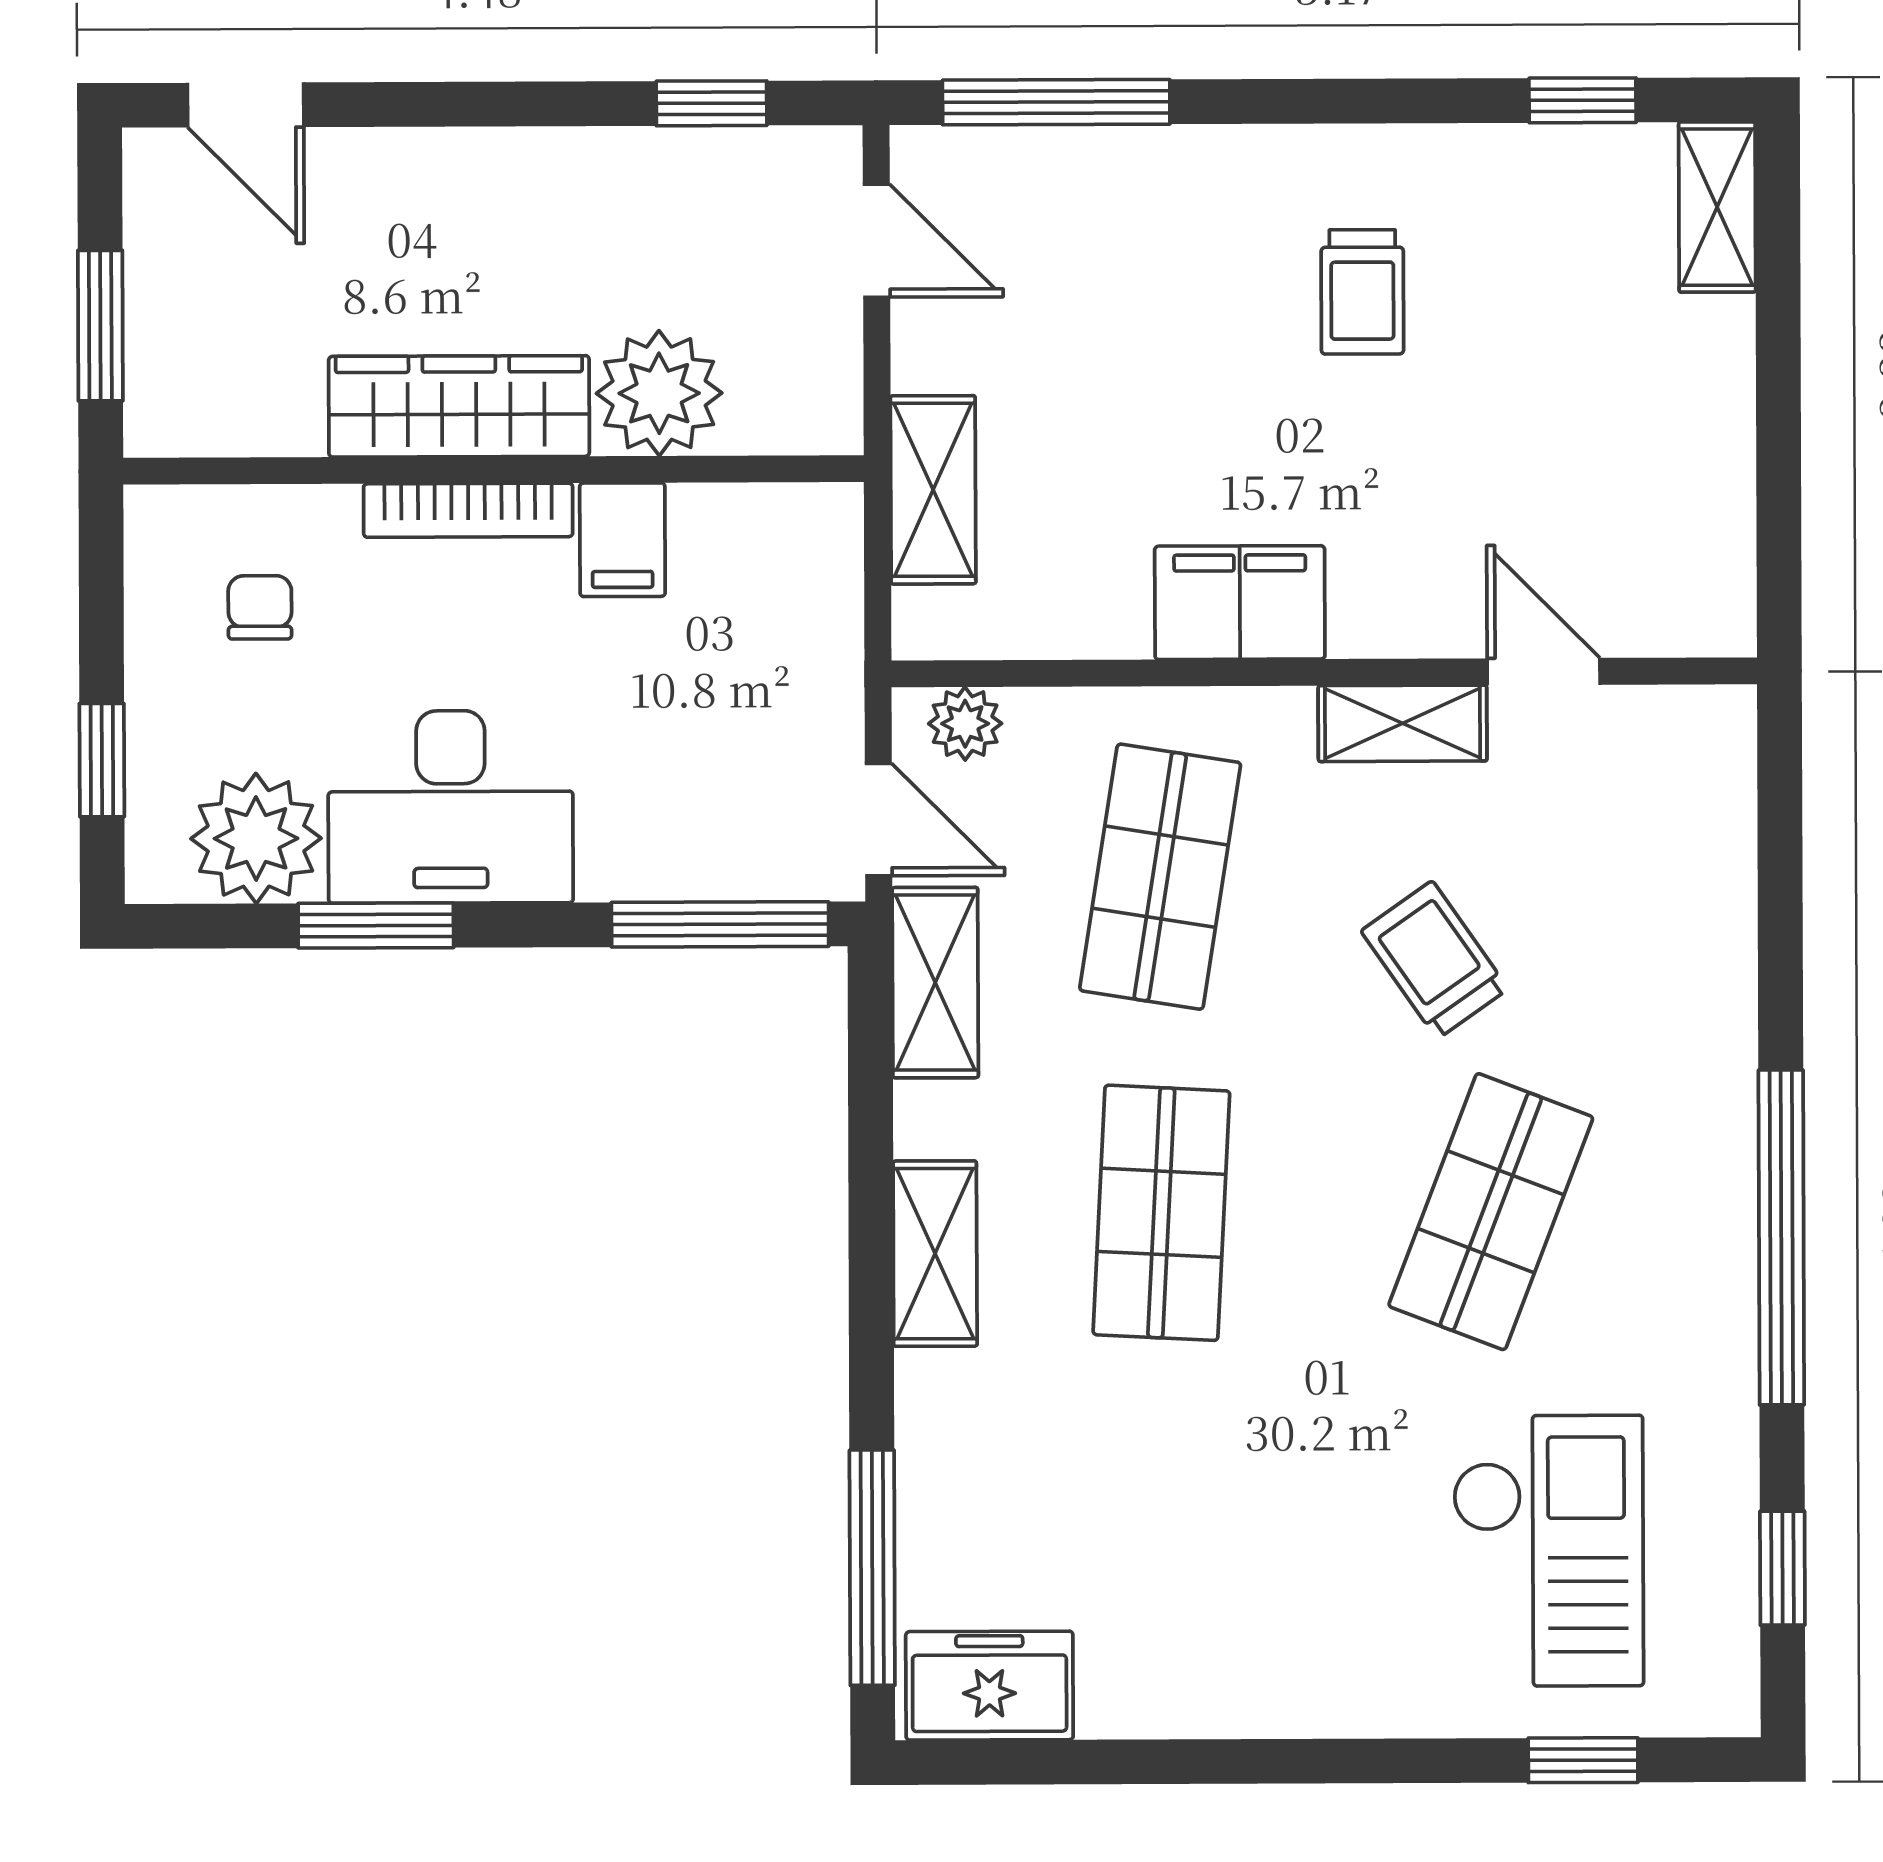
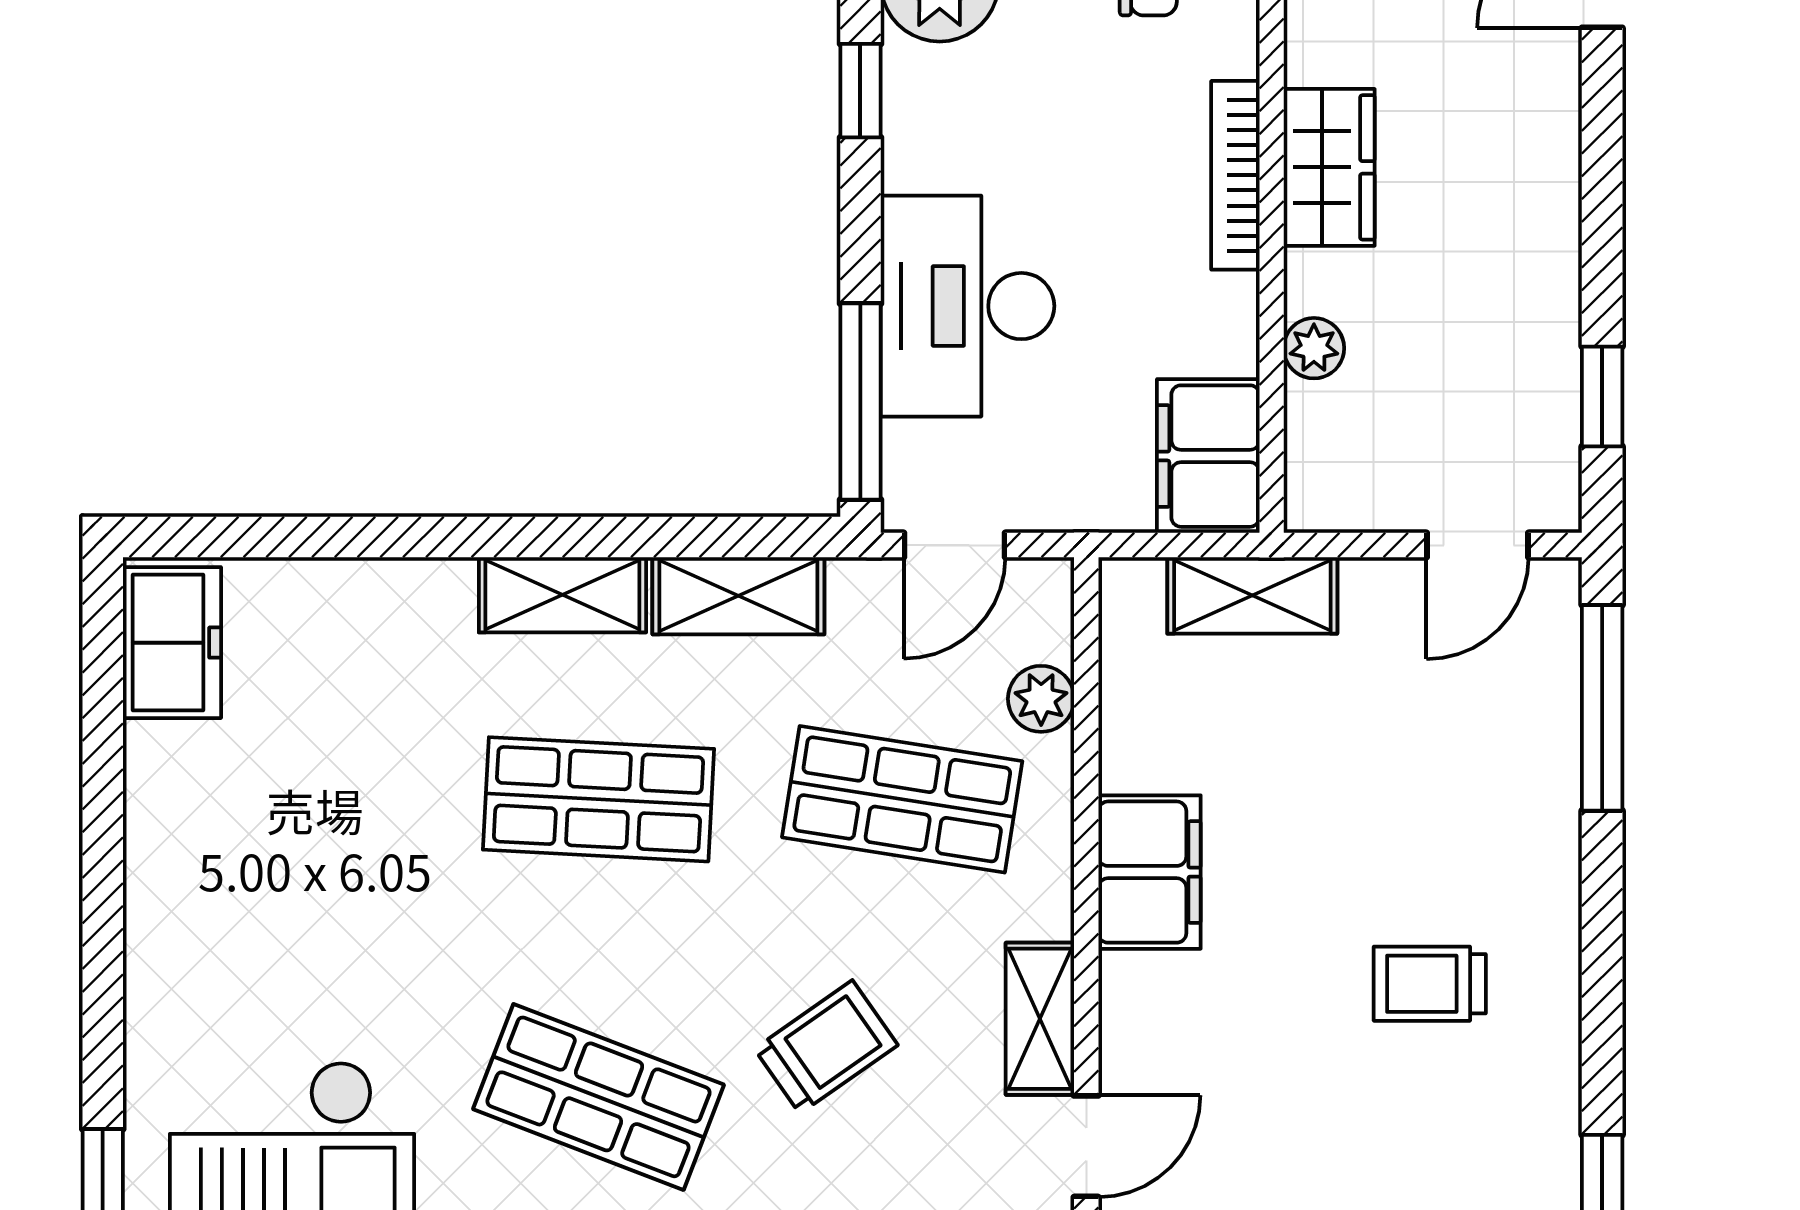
plant: (659, 393) -> (1314, 348), width x0.53, depth x0.53
wardrobe: (459, 406) -> (1329, 167), width x0.67
filing cabinet: (622, 540) -> (1208, 456), moved, width x2.00
plant: (965, 724) -> (1041, 699), moved
desk: (451, 807) -> (967, 306), moved
window: (376, 926) -> (860, 91), width x0.67
shelving: (935, 983) -> (738, 596), moved
window: (872, 1568) -> (279, 537), removed

